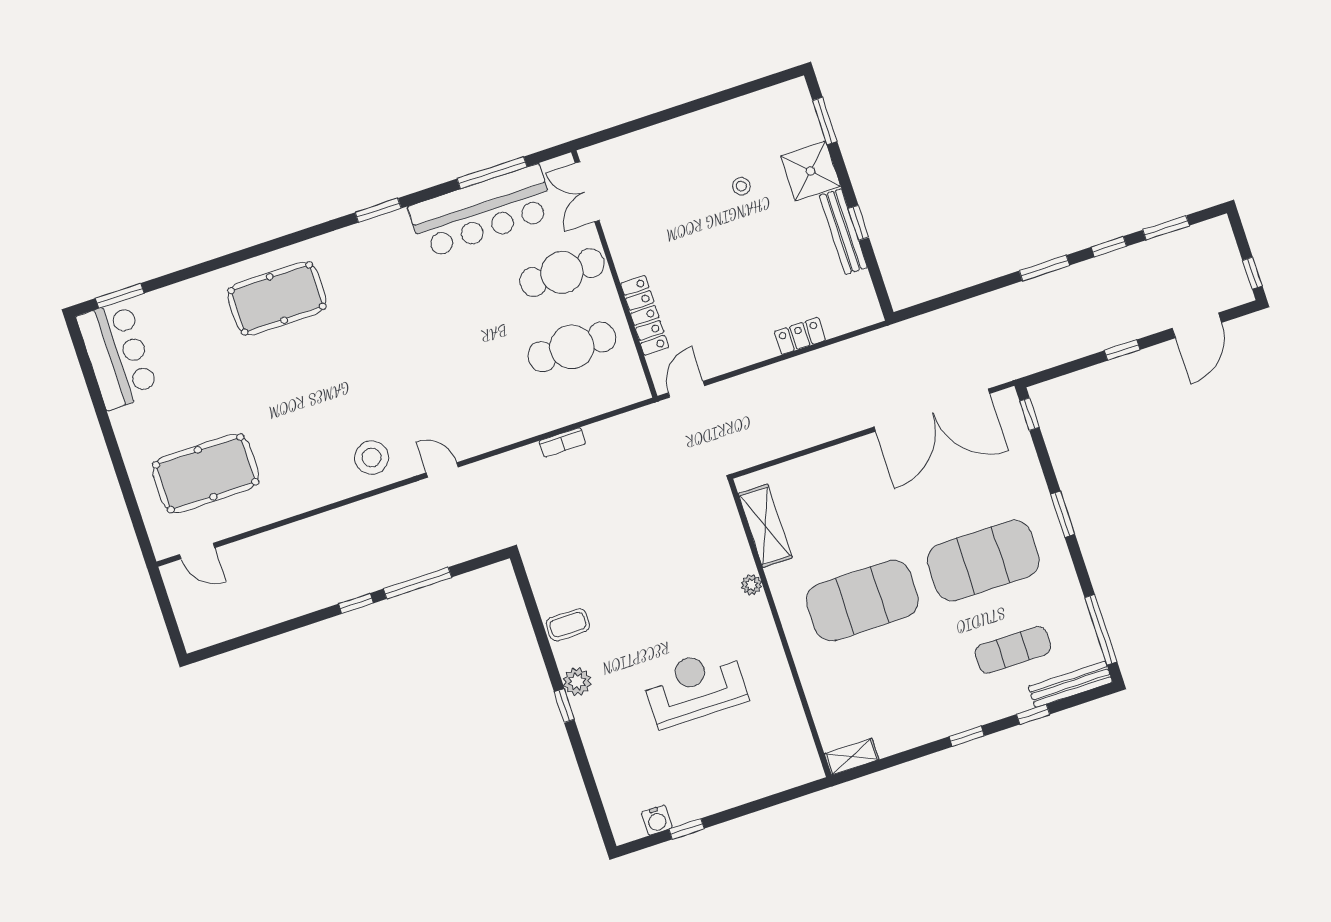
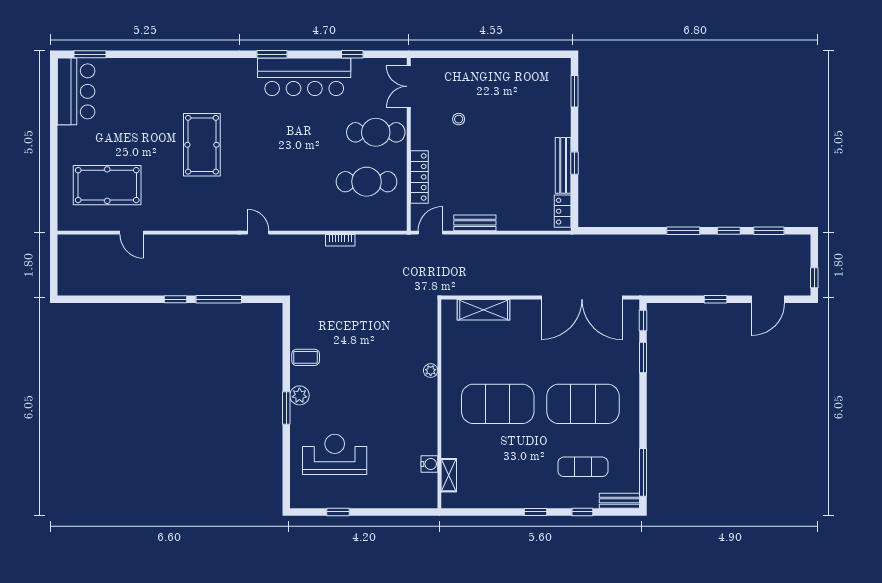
shower: (810, 171) -> (555, 120), removed
window: (492, 173) -> (352, 54), width x0.46
stool: (741, 186) -> (459, 119), moved
bar counter: (482, 212) -> (304, 77), moved
pool table: (277, 298) -> (202, 145), moved, turned 90
locker: (800, 336) -> (563, 211), moved, turned -90
bench: (745, 354) -> (475, 223), added
stool: (372, 457) -> (216, 210), removed
window: (1063, 514) -> (643, 358), moved
shelving: (765, 526) -> (484, 310), moved, turned 90
door: (197, 551) -> (132, 233), moved
bench: (1070, 684) -> (619, 501), width x0.73
reception desk: (695, 687) -> (335, 454), moved
window: (564, 706) -> (286, 408), width x1.50
shelving: (852, 757) -> (449, 475), moved, turned 90
water cooler: (657, 820) -> (429, 464), moved, turned -90

